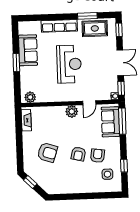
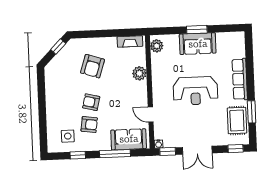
sofa: (28, 50) -> (198, 44), moved
plant: (72, 112) -> (139, 73), moved
window: (122, 121) -> (115, 154), moved

